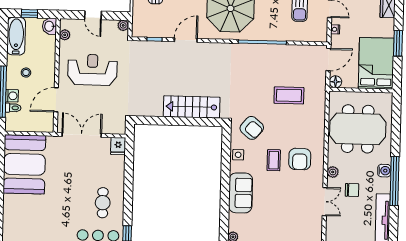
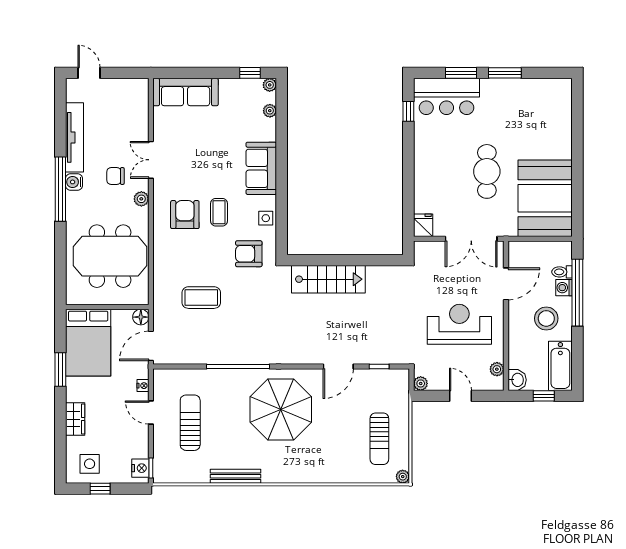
reception desk: (92, 70) -> (459, 324), turned 180
stool: (26, 73) -> (546, 318), width x1.89, depth x1.89
armchair: (252, 128) -> (249, 254), turned -40
water cooler: (384, 171) -> (74, 182), moved
cafe table: (103, 203) -> (487, 171), moved, width x1.37, depth x1.35

